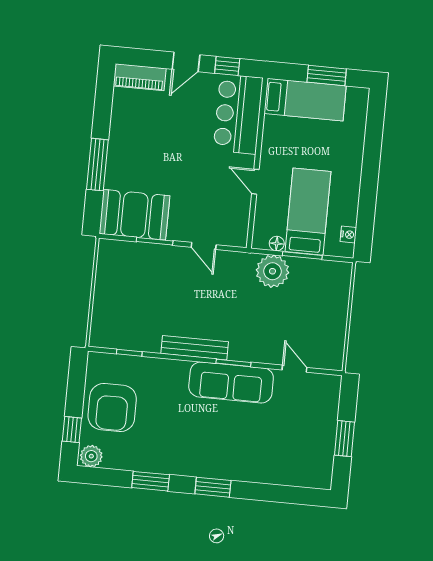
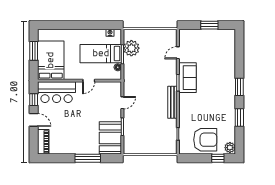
bed: (305, 100) -> (51, 60), width x1.50
plant: (272, 271) -> (131, 48), moved
sofa: (231, 382) -> (187, 78), width x0.73

